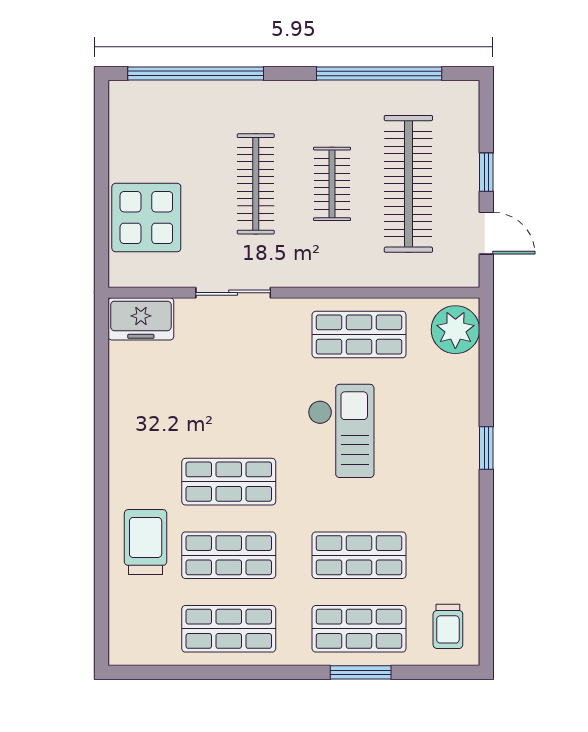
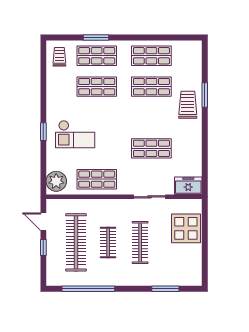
window: (196, 73) -> (165, 289), width x0.47
checkout: (341, 431) -> (75, 134), moved, turned -90
shop shelf: (229, 482) -> (151, 148), moved
window: (102, 535) -> (205, 95), added
trolley: (146, 542) -> (188, 105), moved, turned 180

